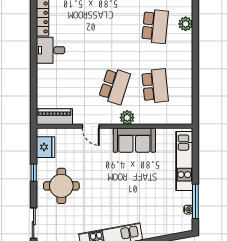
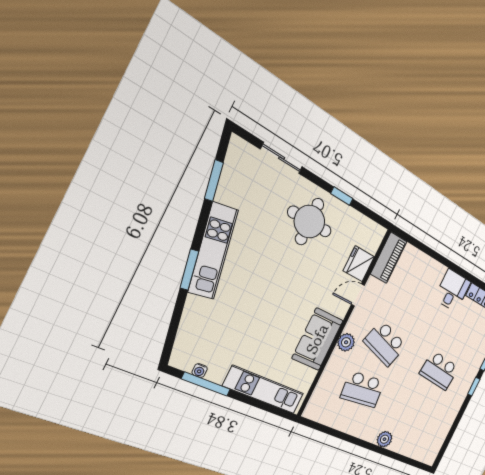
plant: (186, 24) -> (385, 439), moved
school desk: (155, 26) -> (439, 371), moved
fridge: (45, 147) -> (359, 264), moved, turned 90

